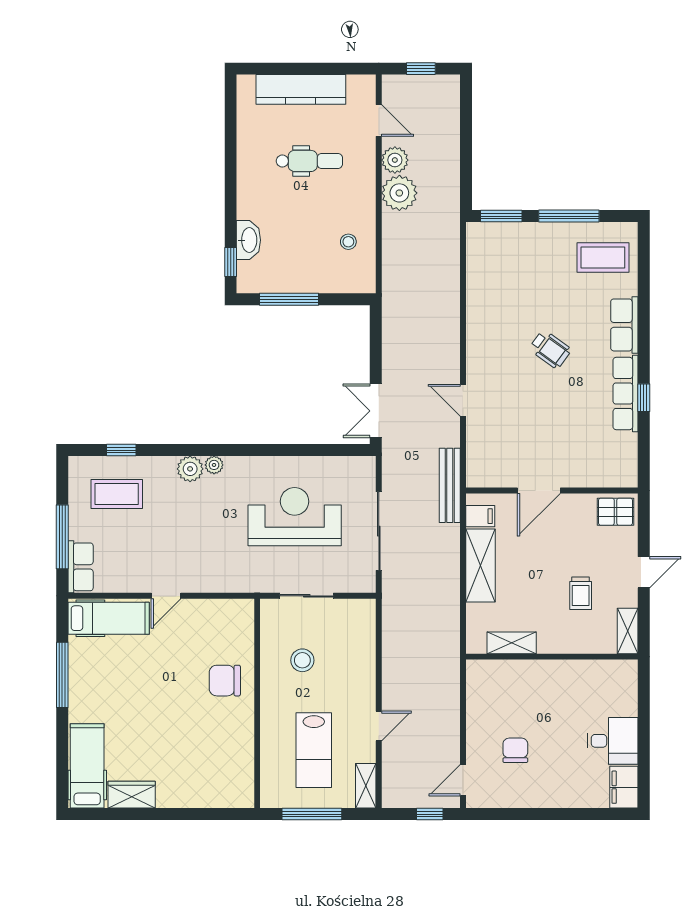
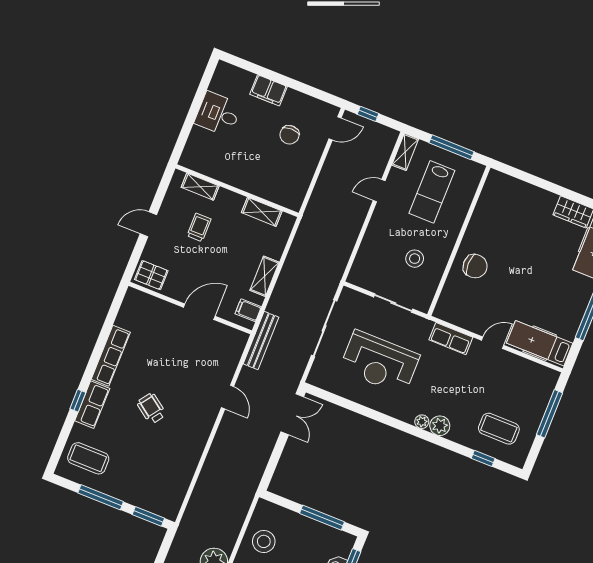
stool: (348, 242) -> (264, 541), width x1.89, depth x1.89
window: (644, 398) -> (78, 401), moved
shelving: (480, 566) -> (265, 276), width x0.67, depth x0.75
row of seats: (81, 567) -> (451, 339), moved, turned -90
shelving: (628, 631) -> (200, 187), moved, turned 90
lab bench: (314, 750) -> (432, 192), turned 180
filing cabinet: (624, 787) -> (268, 90), moved, turned 90

